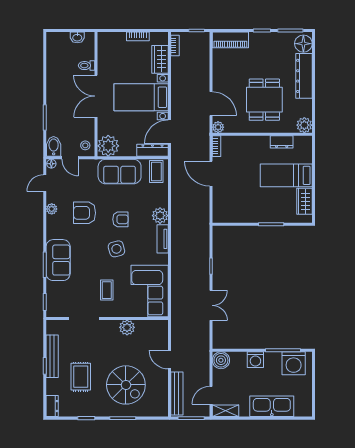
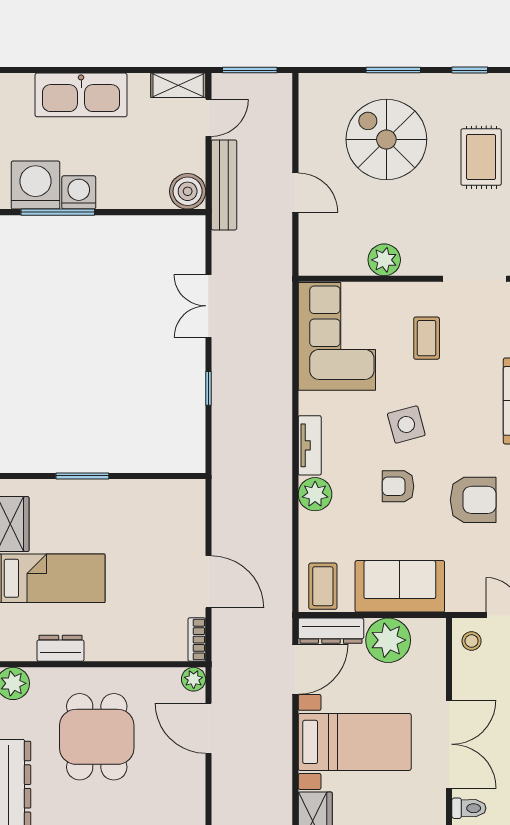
plant: (108, 146) -> (388, 640), moved
washing machine: (255, 360) -> (79, 192), moved
bench: (177, 393) -> (224, 185), moved

